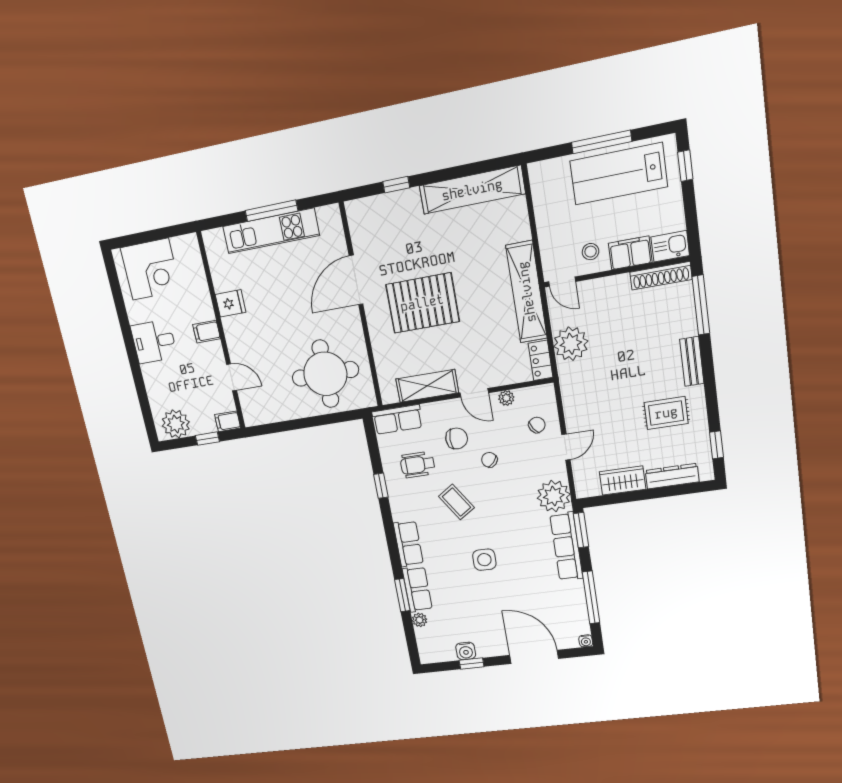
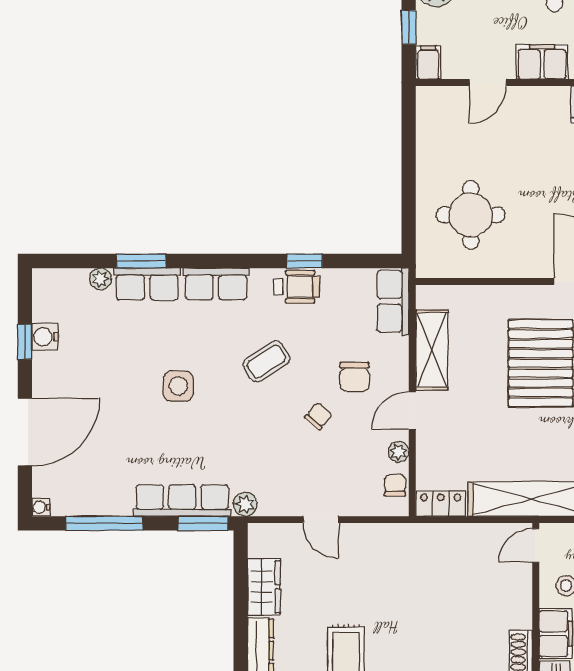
filing cabinet: (207, 332) -> (542, 62), width x2.00
plant: (571, 344) -> (456, 545), removed
round table: (325, 374) -> (471, 215), width x0.73, depth x0.73
chair: (537, 425) -> (395, 485), moved, turned -147
wheelchair: (418, 465) -> (296, 287), moved, turned 90
plant: (554, 496) -> (245, 504), width x0.53, depth x0.53

